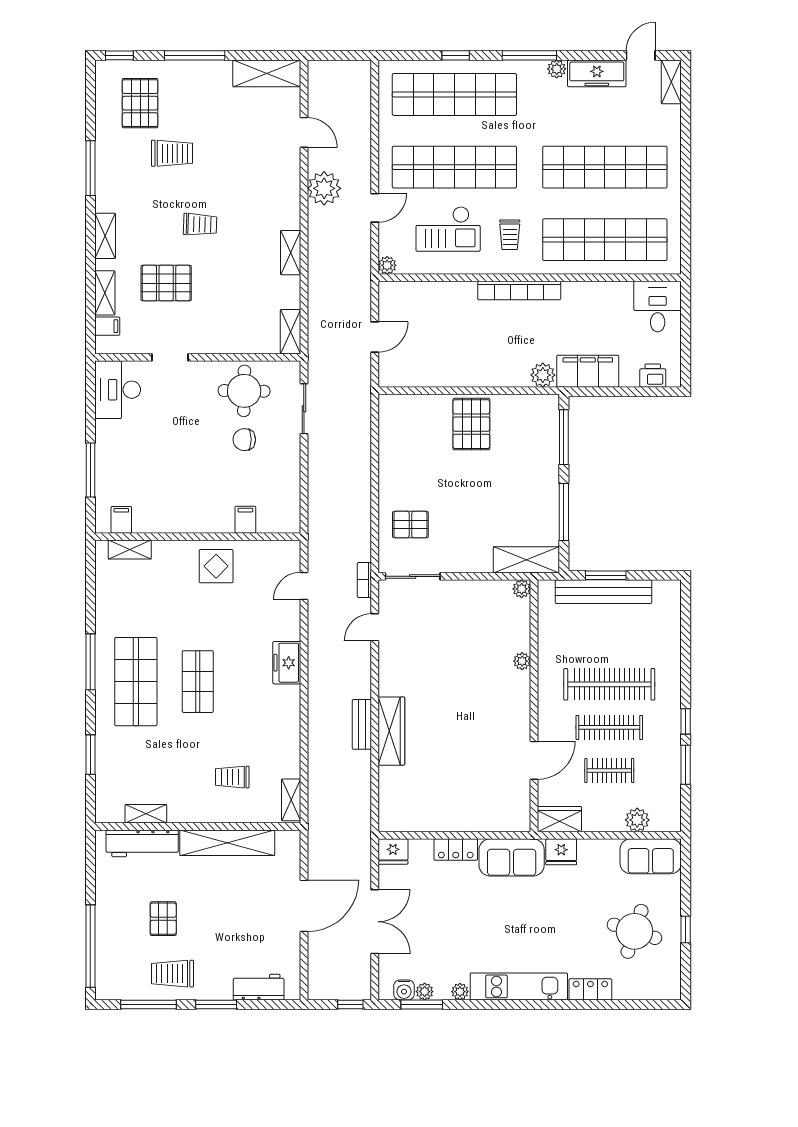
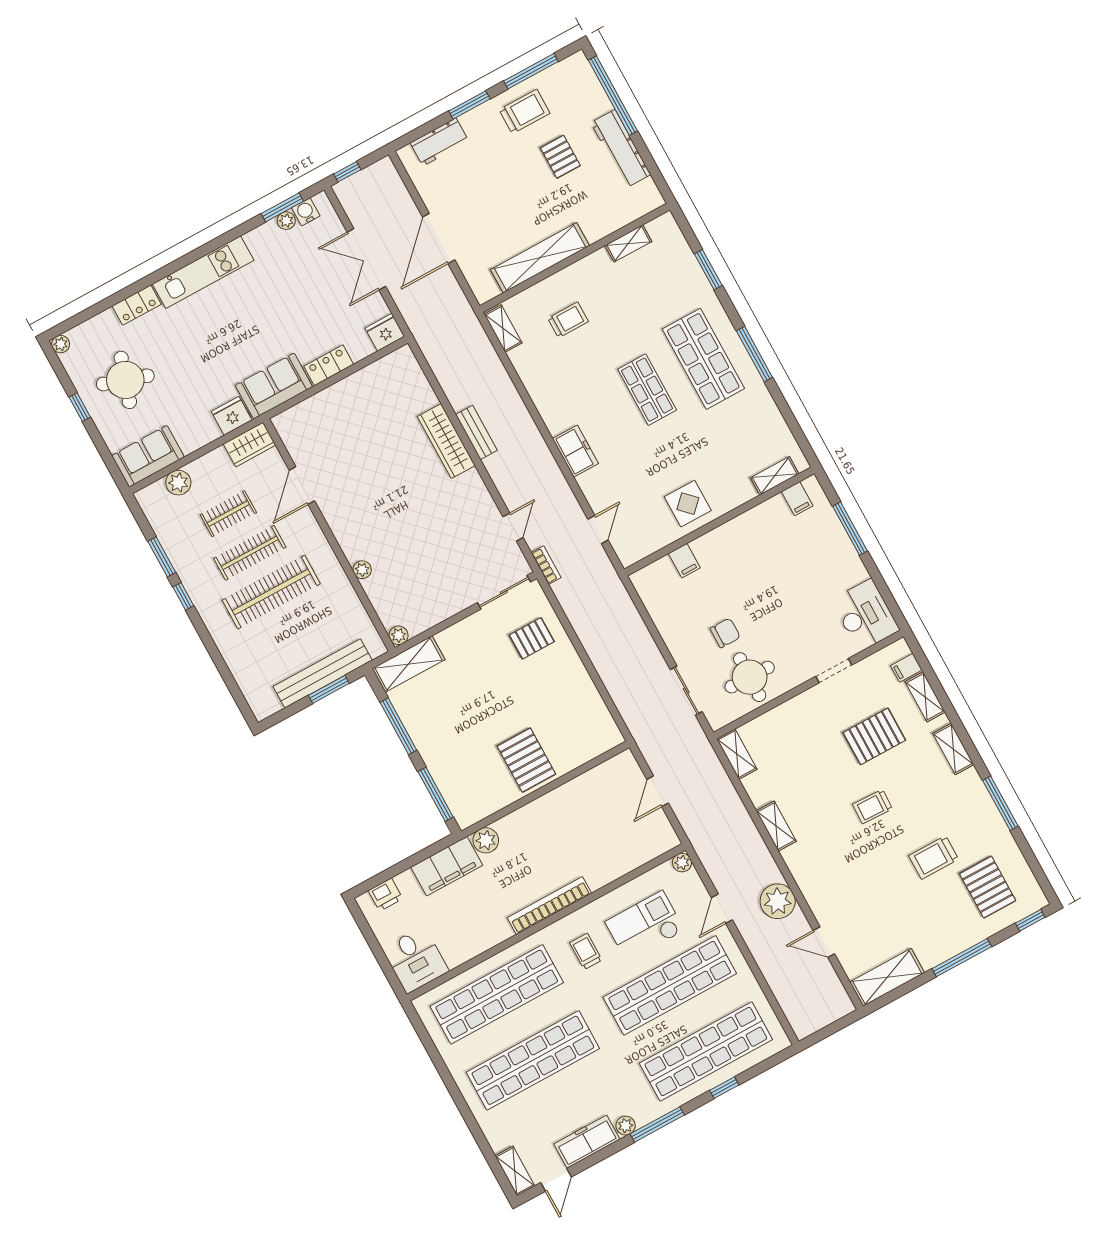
workbench: (142, 843) -> (621, 149), moved, turned -90
plant: (460, 992) -> (61, 344), moved

